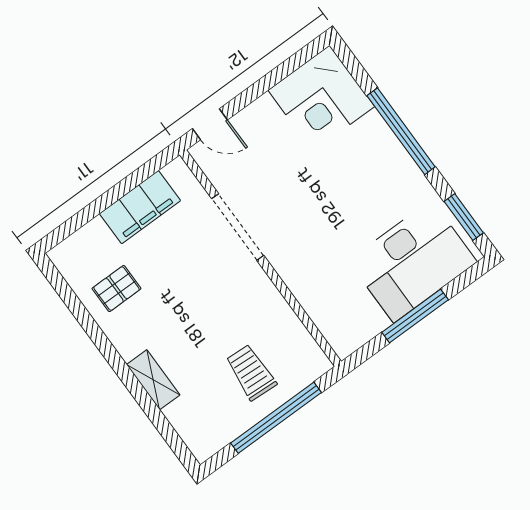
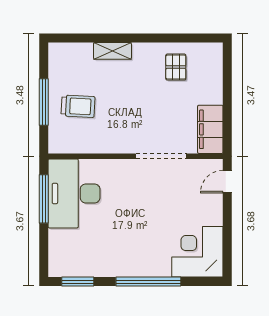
filing cabinet: (140, 207) -> (210, 129), moved
desk: (413, 261) -> (74, 193), moved
window: (415, 316) -> (44, 199), moved
window: (276, 418) -> (44, 102), width x0.68

